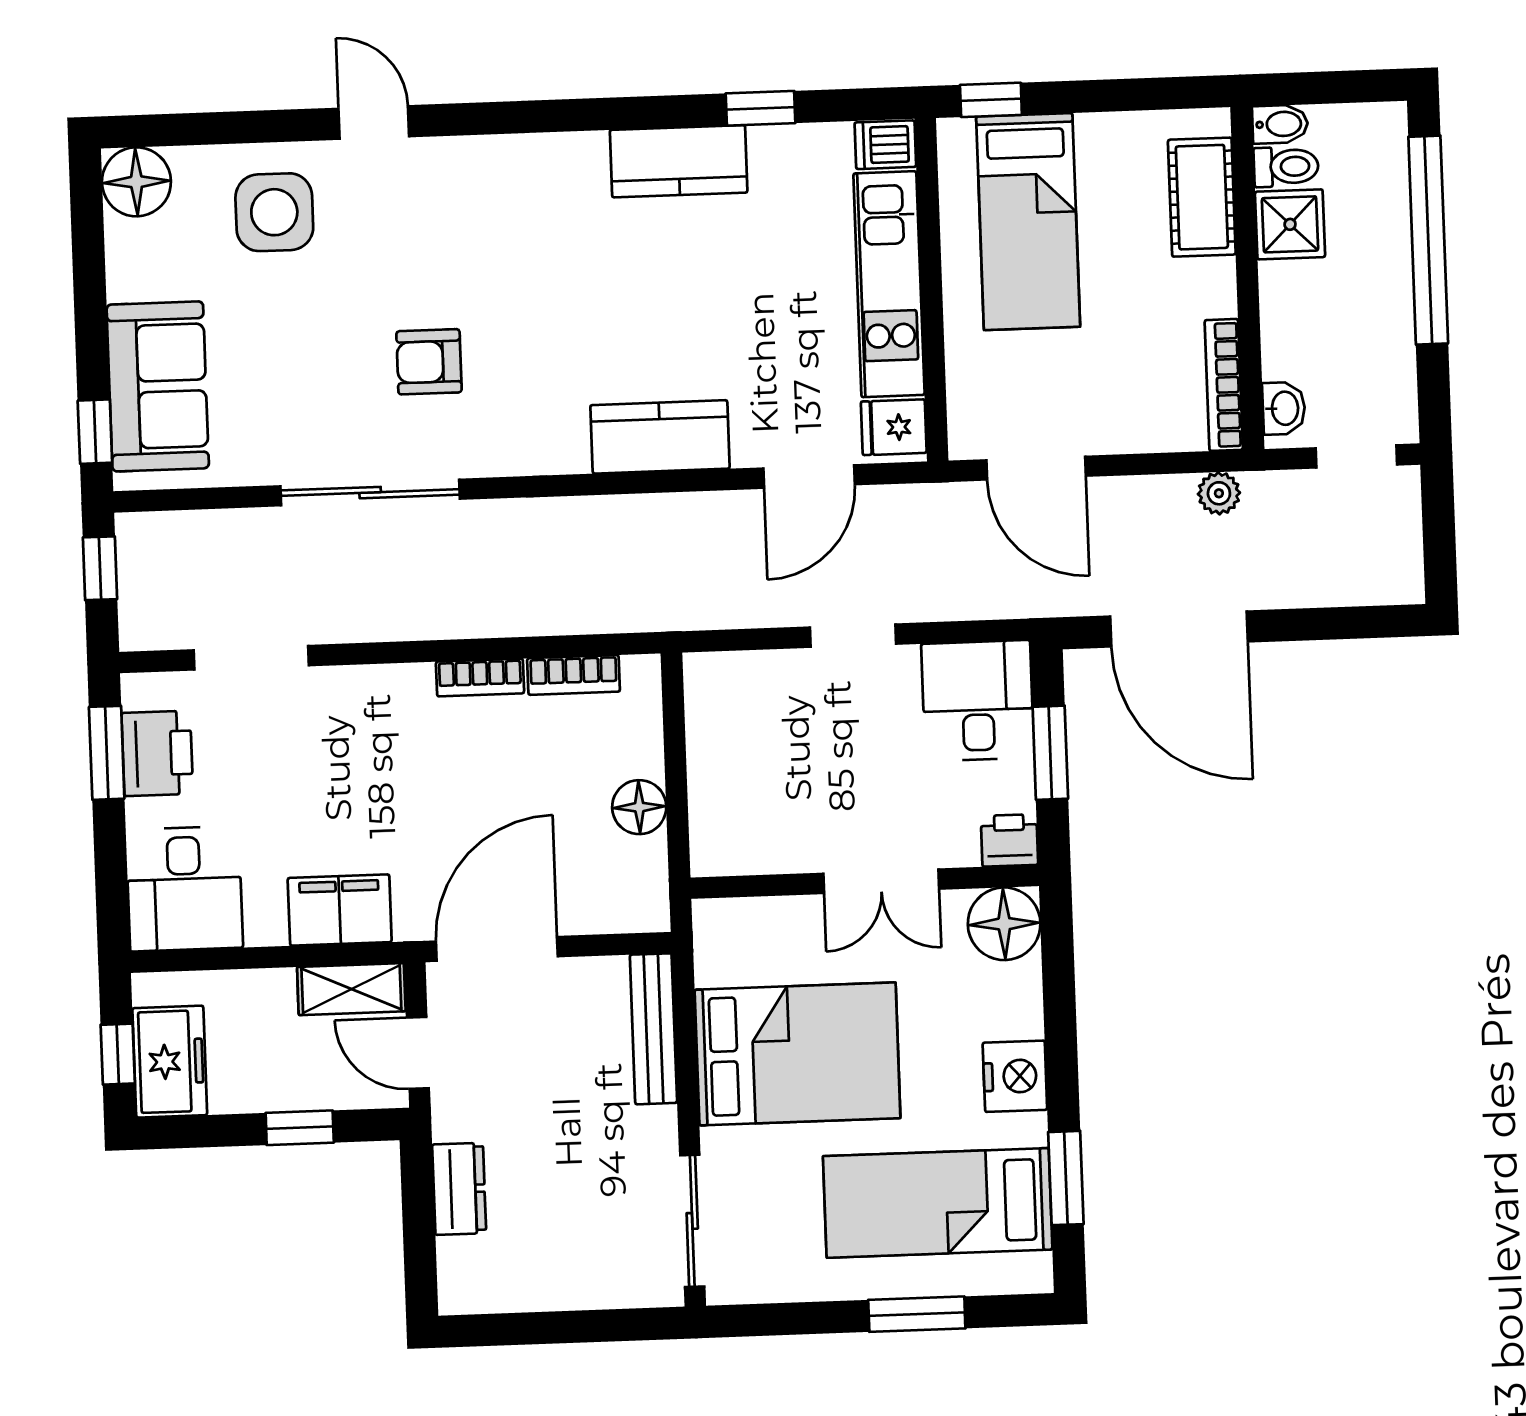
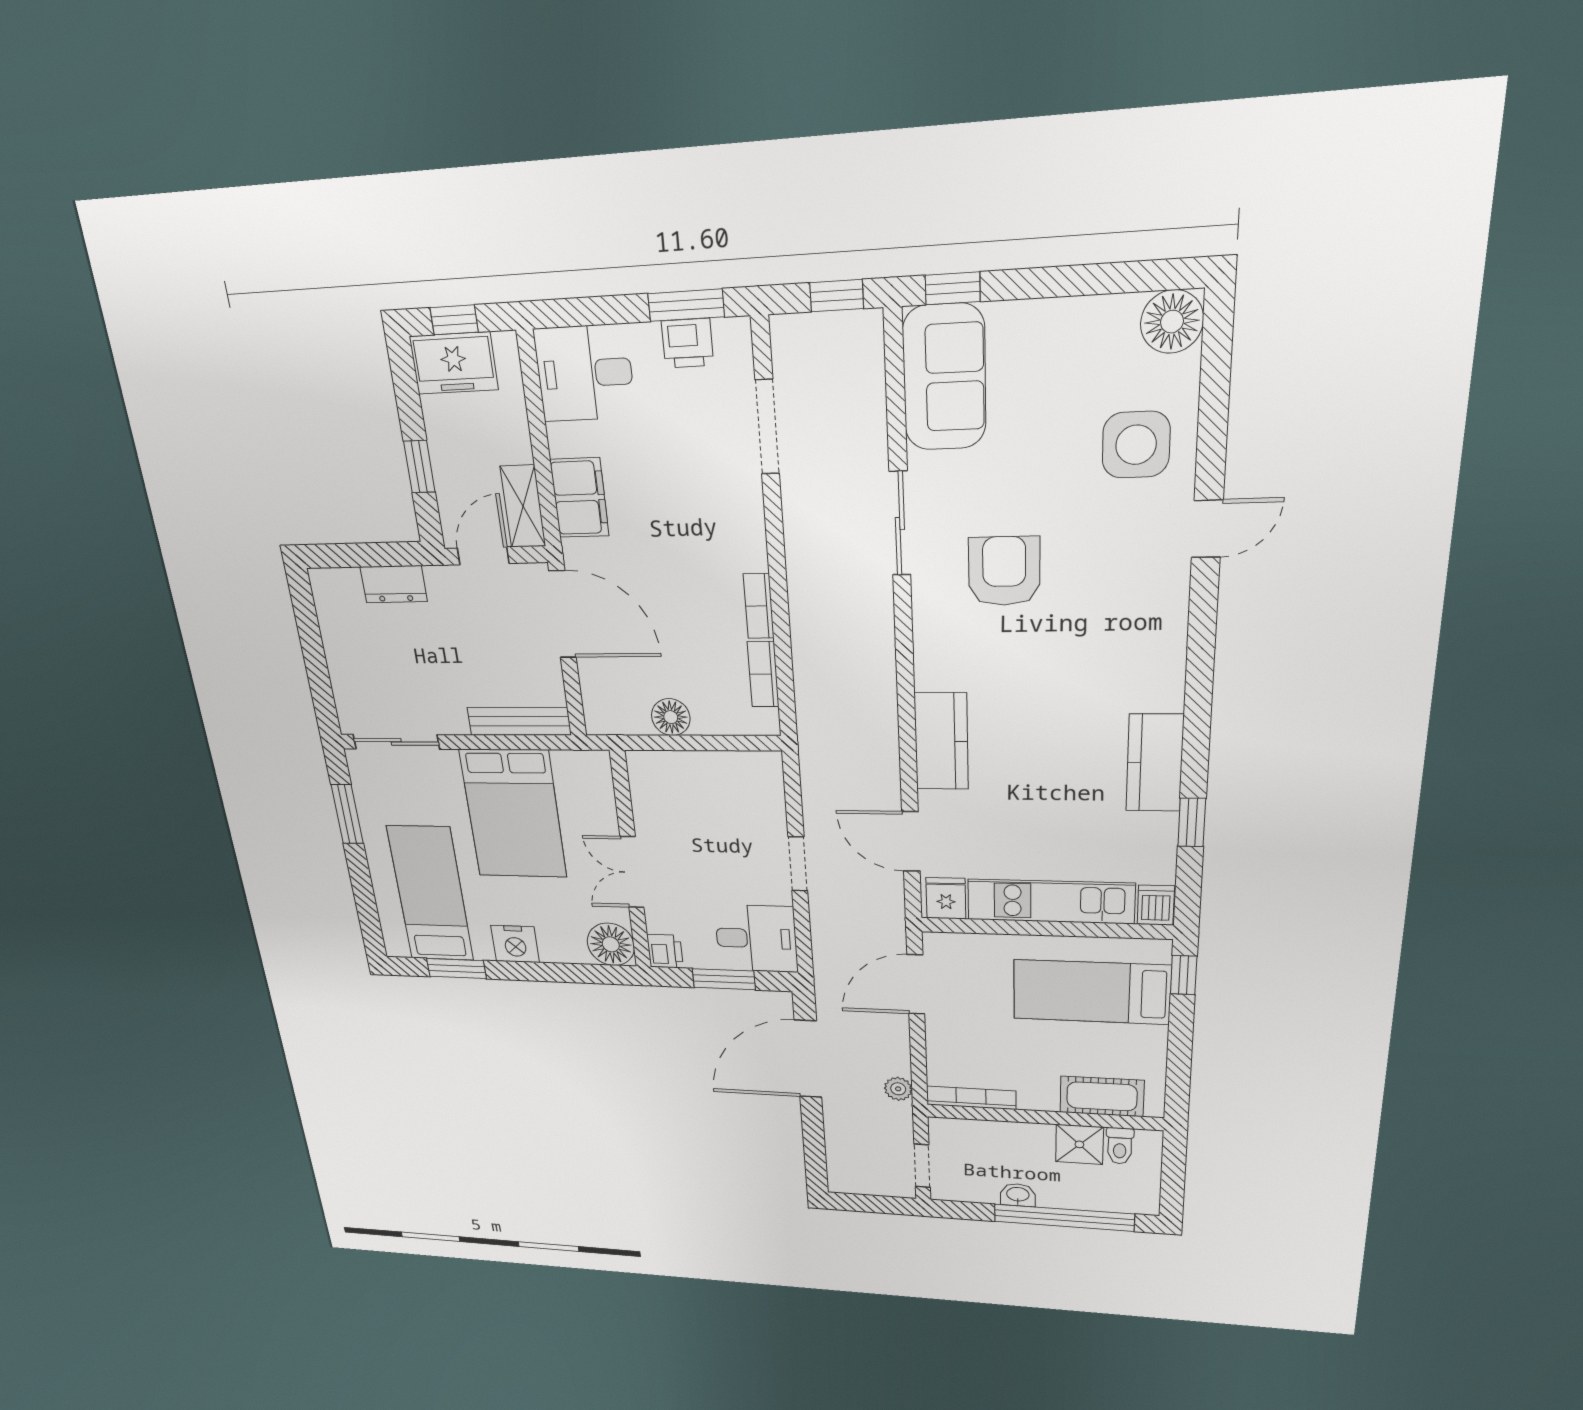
bidet: (1280, 124) -> (1150, 1145), removed
armchair: (429, 362) -> (1004, 571), width x1.38, depth x1.38
sofa: (158, 386) -> (944, 378), moved, turned -90
washbasin: (1284, 408) -> (1018, 1195), moved, turned 180
sliding door: (370, 493) -> (900, 524), width x0.73
printer: (157, 753) -> (688, 343), width x0.73, depth x0.81
window: (917, 1314) -> (347, 814), moved

